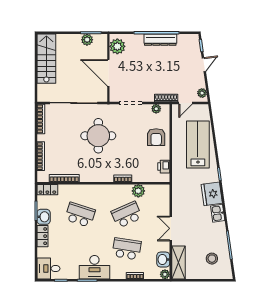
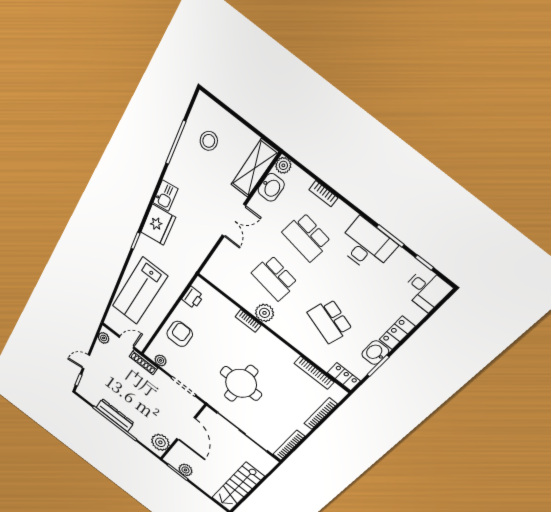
plant: (138, 191) -> (264, 313), moved
school desk: (127, 215) -> (275, 278), turned 33

